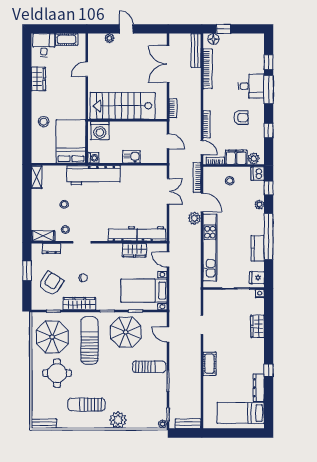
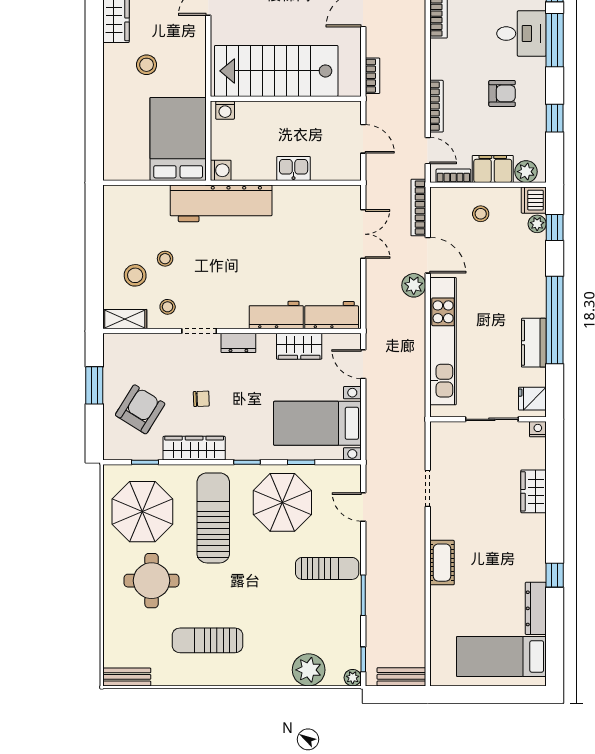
stool: (44, 122) -> (147, 65), moved
washing machine: (100, 131) -> (225, 110), width x0.53, depth x0.53
shelving: (37, 177) -> (113, 207), removed
plant: (259, 204) -> (537, 224), moved
stool: (48, 213) -> (135, 275), added
dresser: (51, 248) -> (238, 343), moved
plant: (118, 420) -> (309, 670), moved

